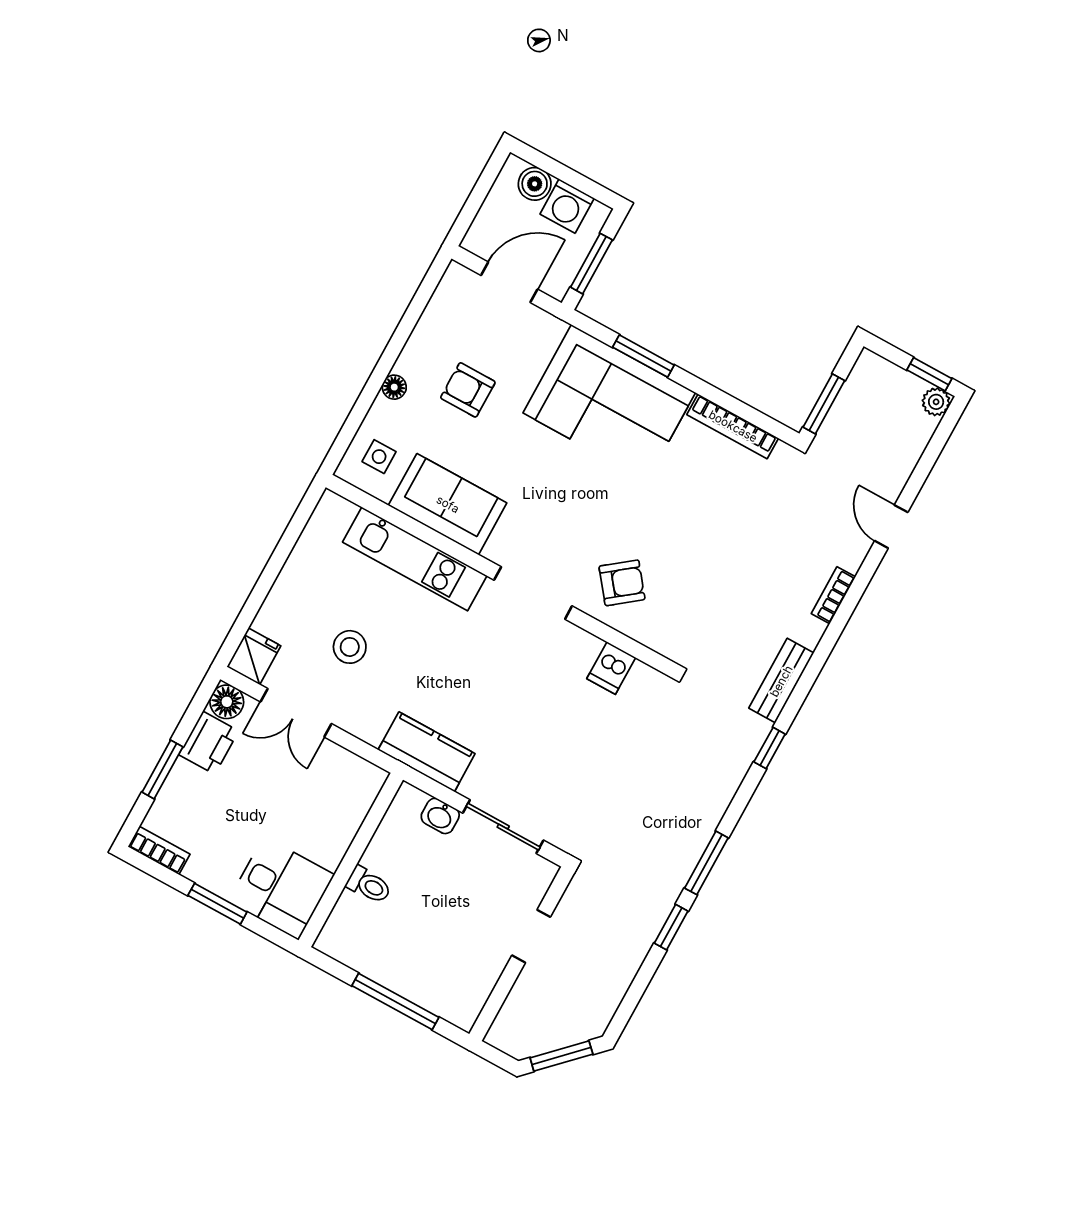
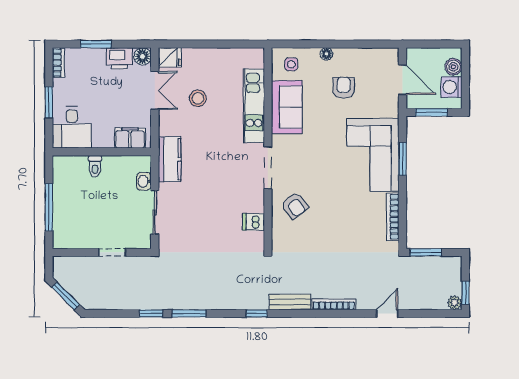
bookcase: (833, 595) -> (334, 304), width x1.56
double door: (296, 713) -> (155, 90), swing flipped
filing cabinet: (354, 799) -> (130, 138), added

